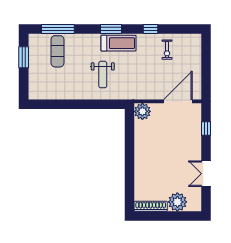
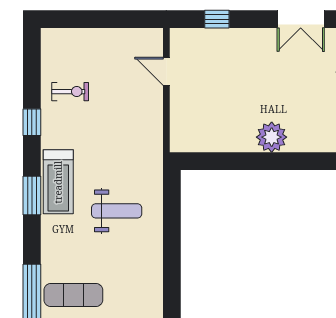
treadmill: (118, 43) -> (58, 182), turned 180
door: (178, 101) -> (166, 71), width x0.53
plant: (142, 111) -> (272, 137), moved

